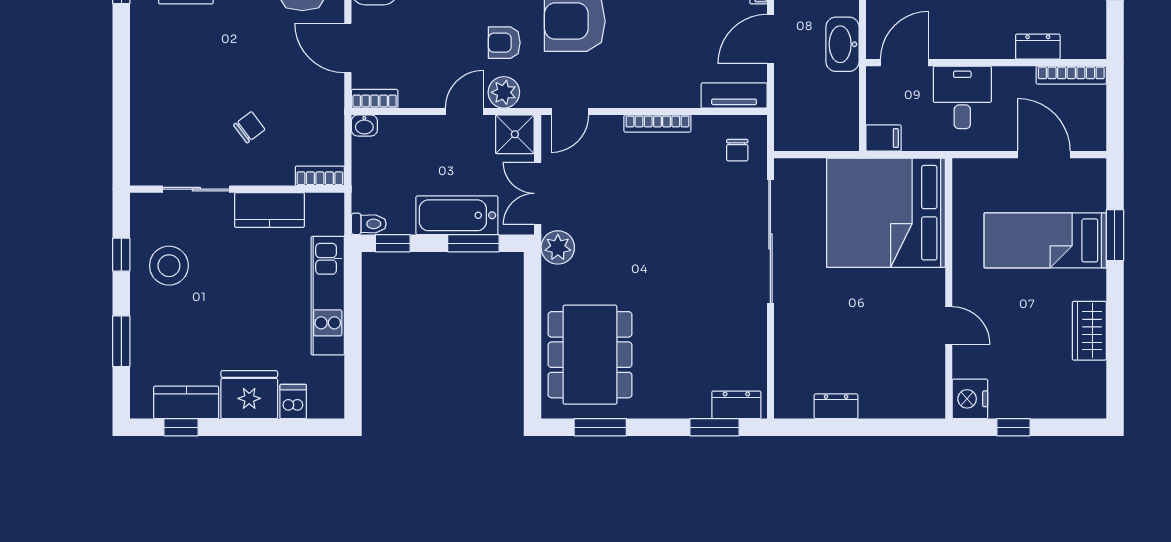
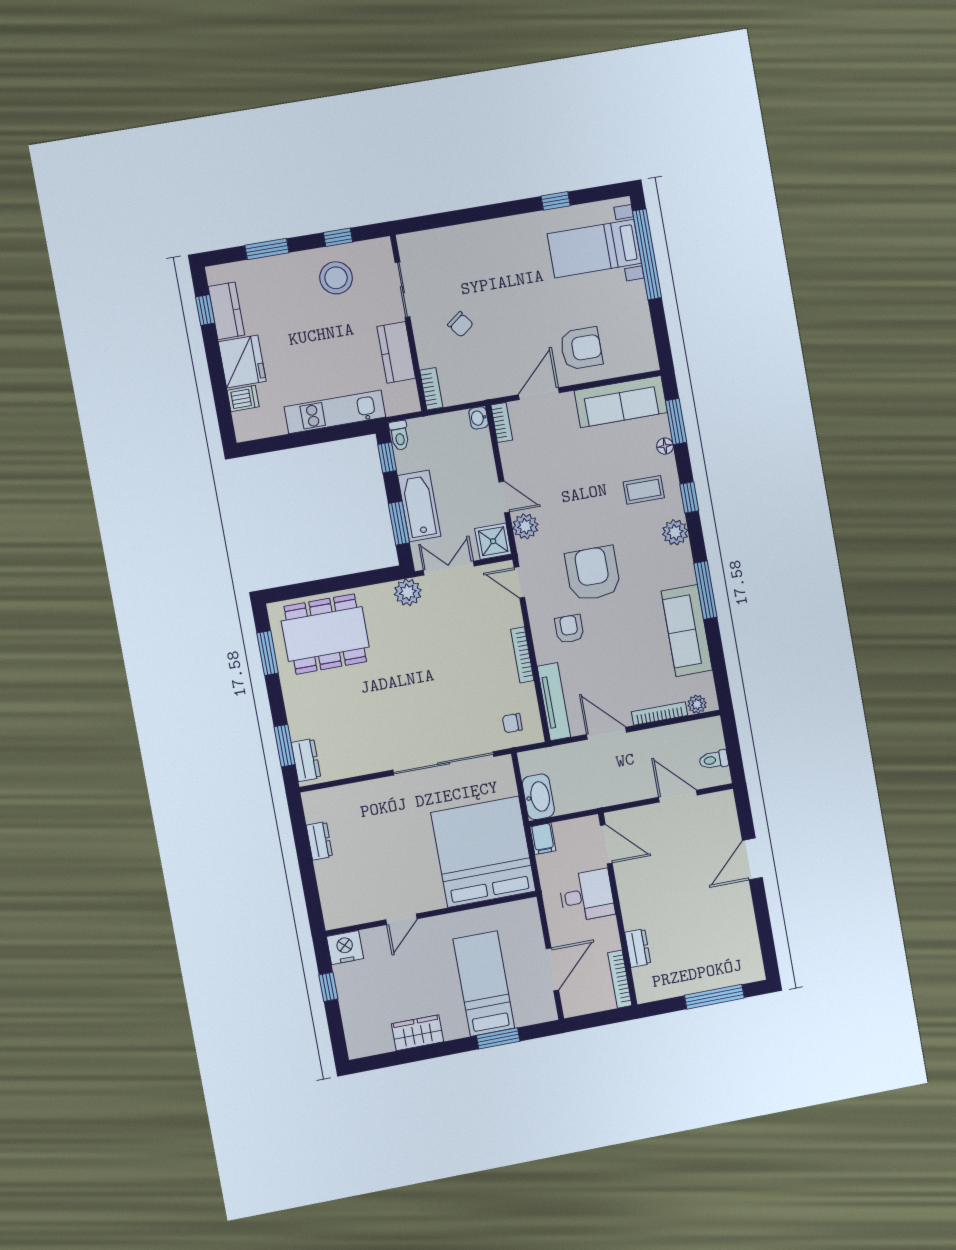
armchair: (504, 43) -> (569, 629), moved
washbasin: (842, 44) -> (538, 797), moved, turned 90
tv unit: (734, 95) -> (554, 702), width x1.41

